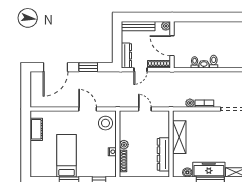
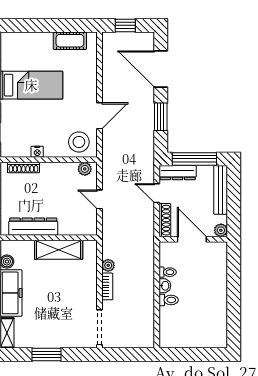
window: (117, 44) -> (194, 159), added
door: (172, 46) -> (192, 239), hinge flipped
window: (26, 91) -> (125, 25), added
door: (145, 109) -> (99, 199), swing flipped
plant: (124, 145) -> (85, 169), moved

